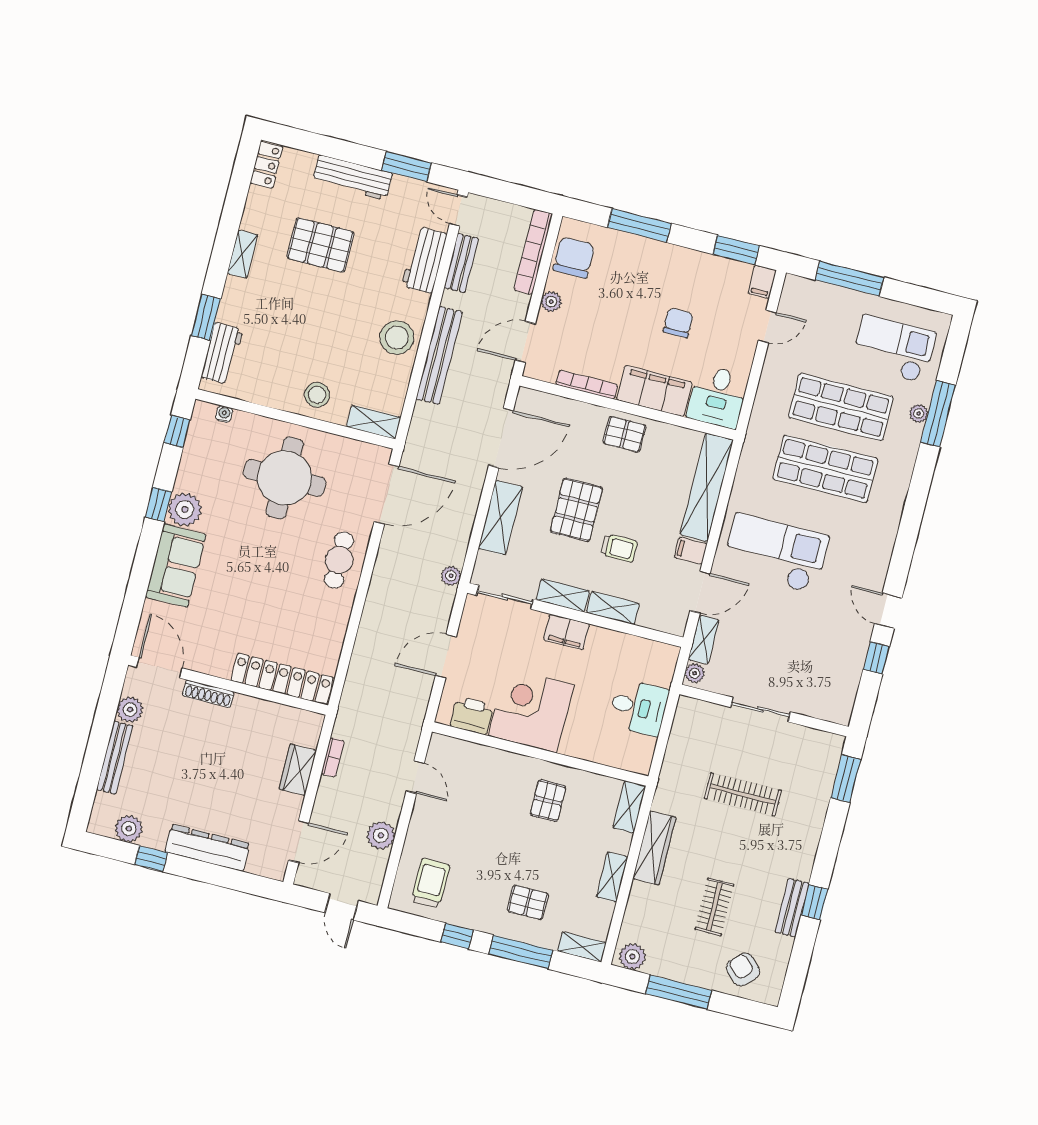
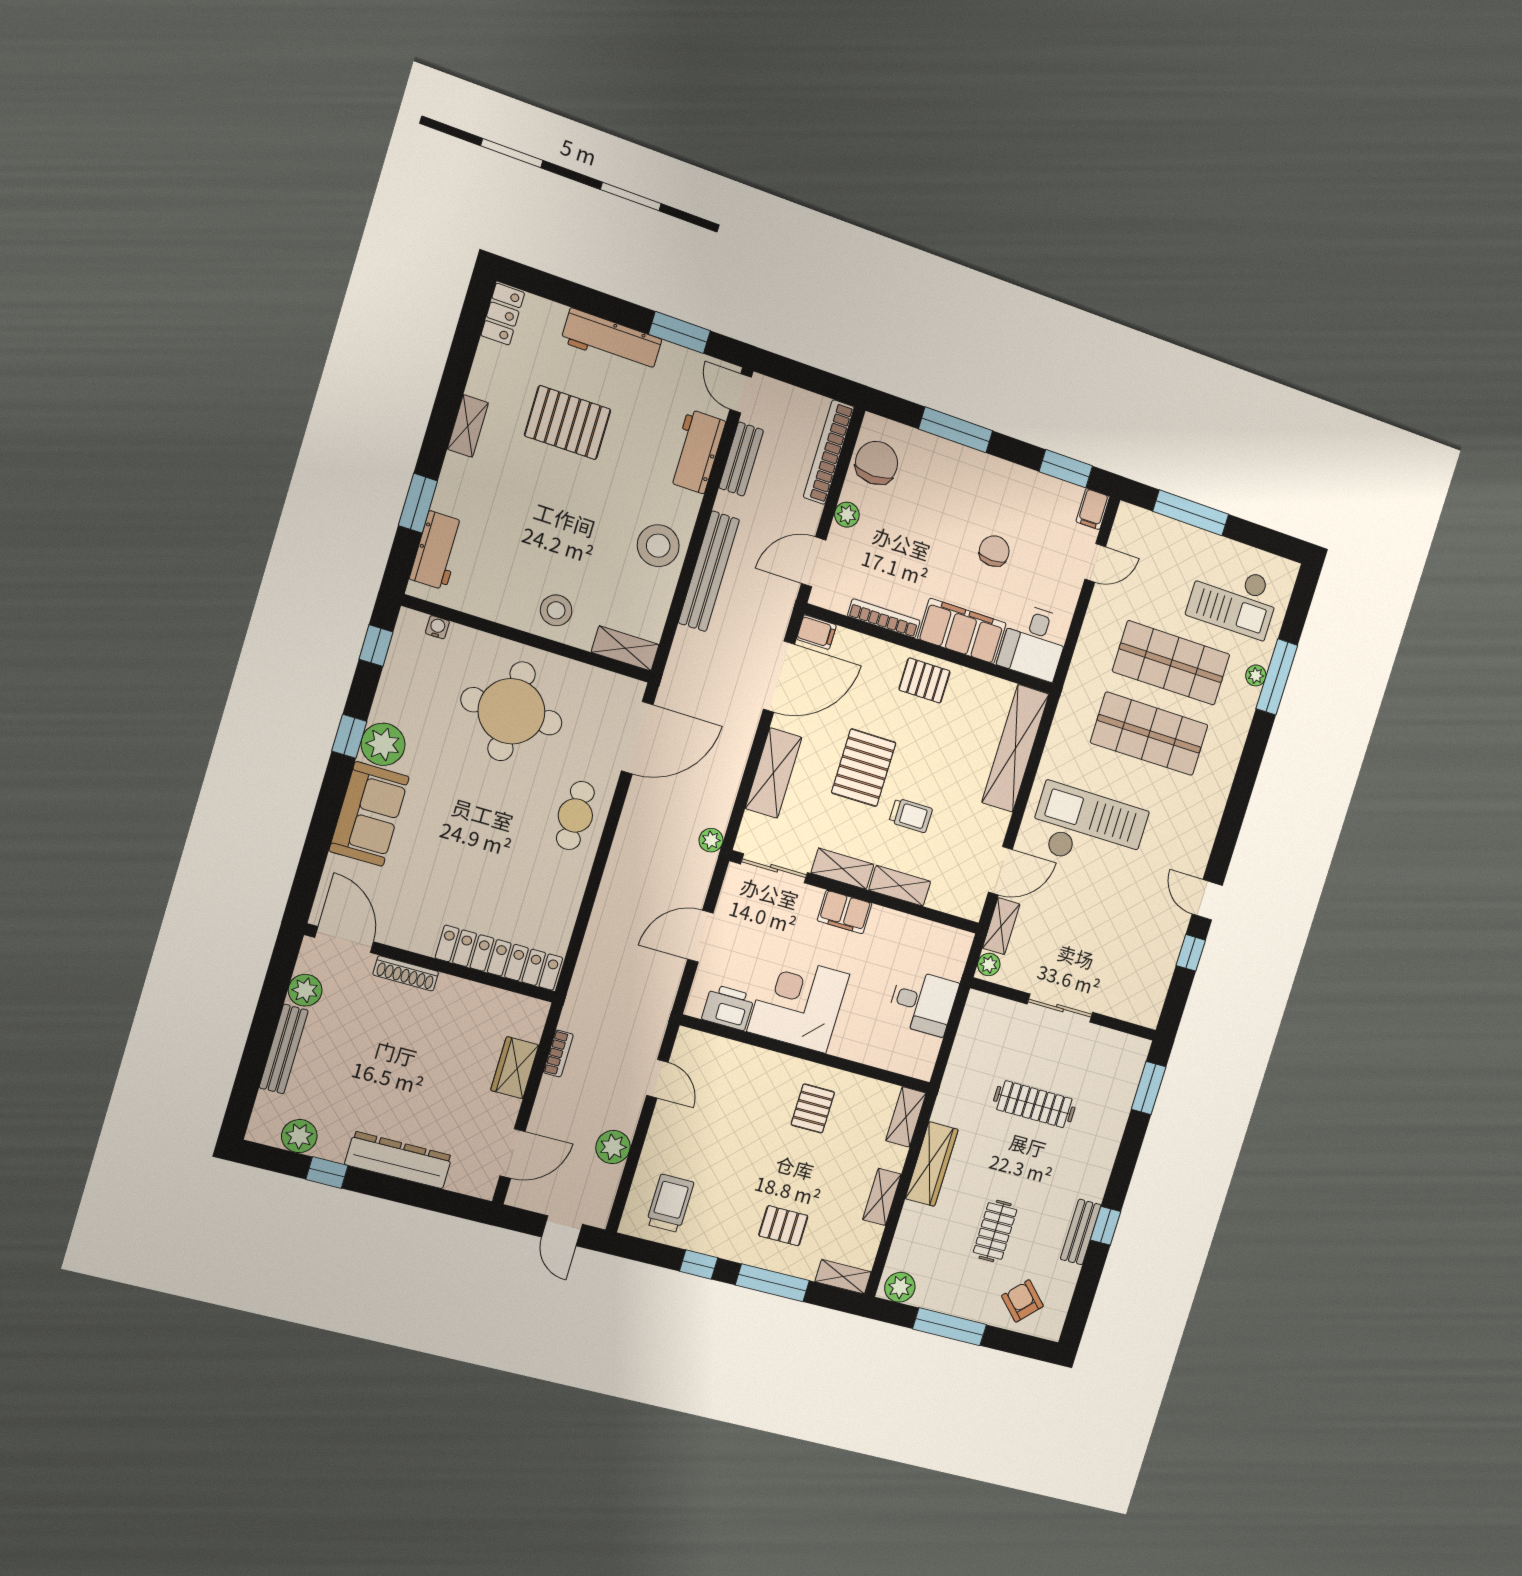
checkout: (893, 349) -> (1234, 599), turned 180
filing cabinet: (691, 551) -> (816, 632), moved, turned 180

